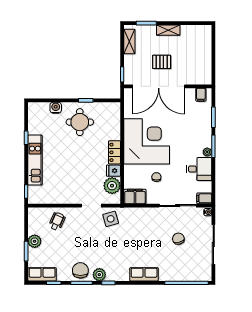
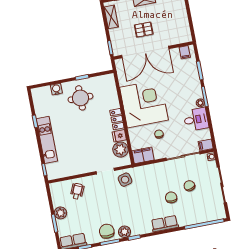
chair: (156, 247) -> (171, 197), added

